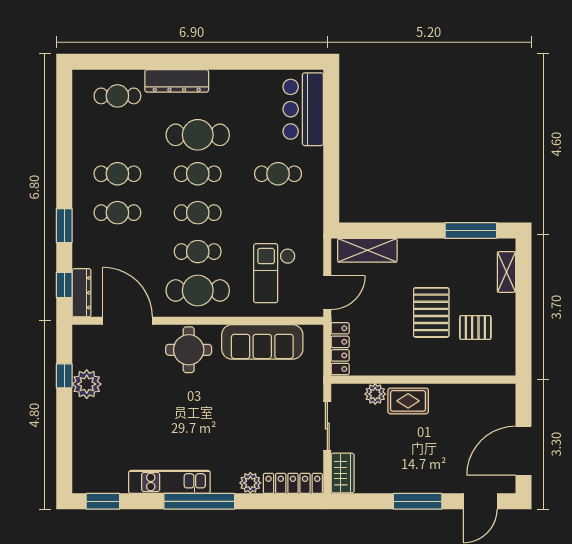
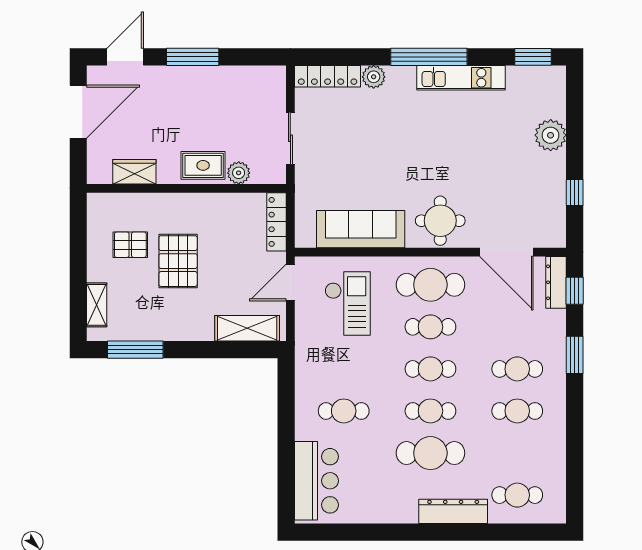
plant: (87, 384) -> (551, 135), moved
wardrobe: (343, 473) -> (134, 172), moved, turned 90

